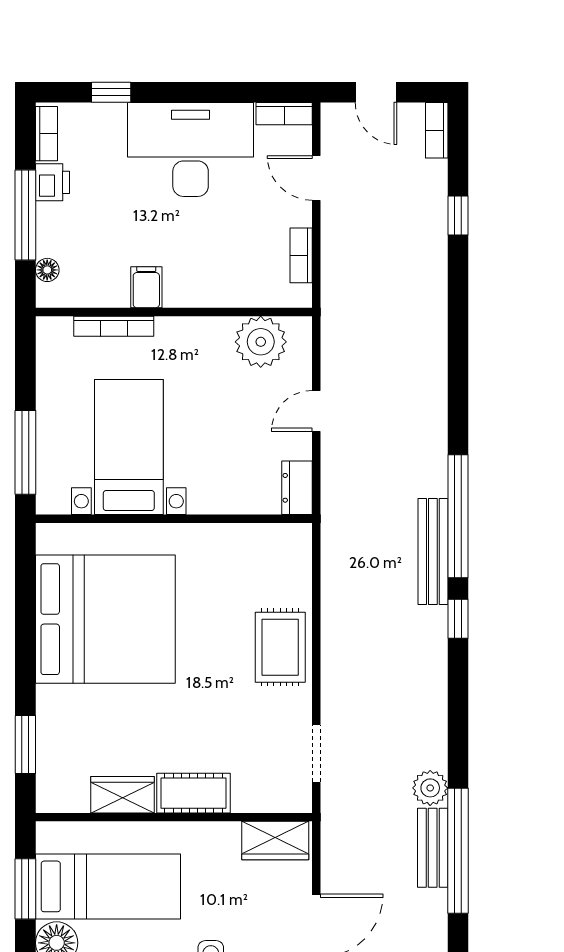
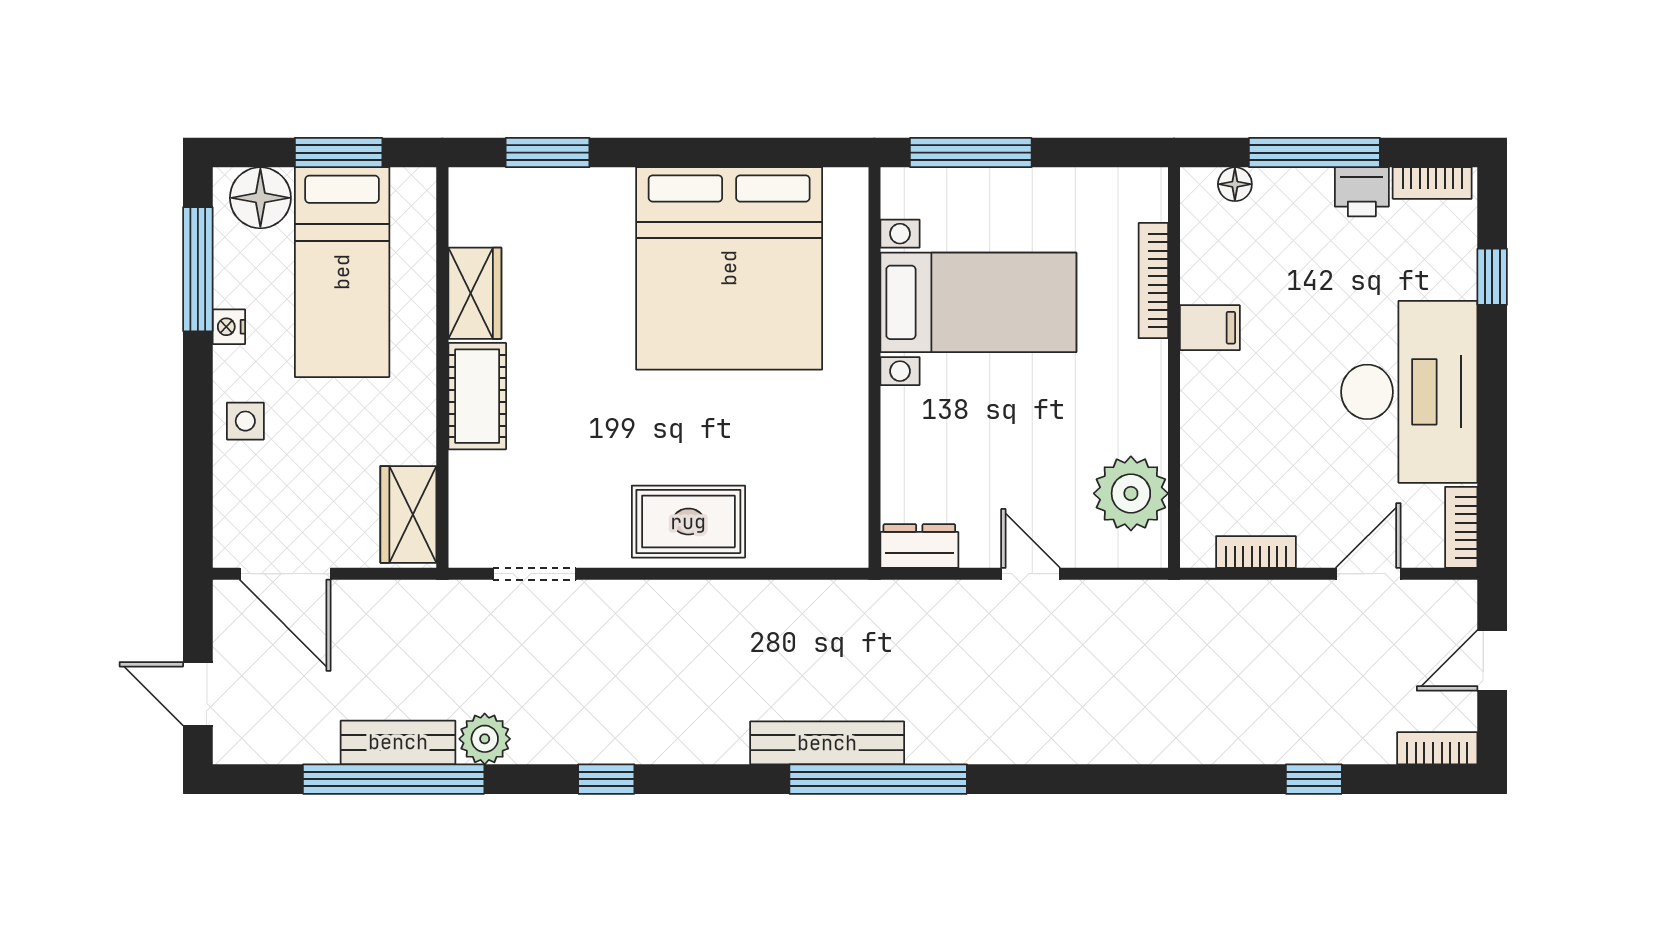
window: (458, 619) -> (606, 779), moved

